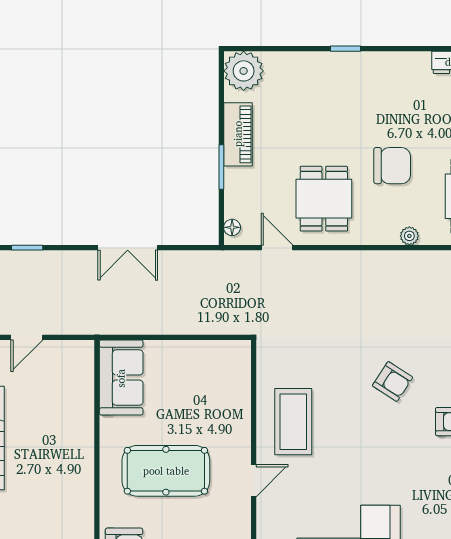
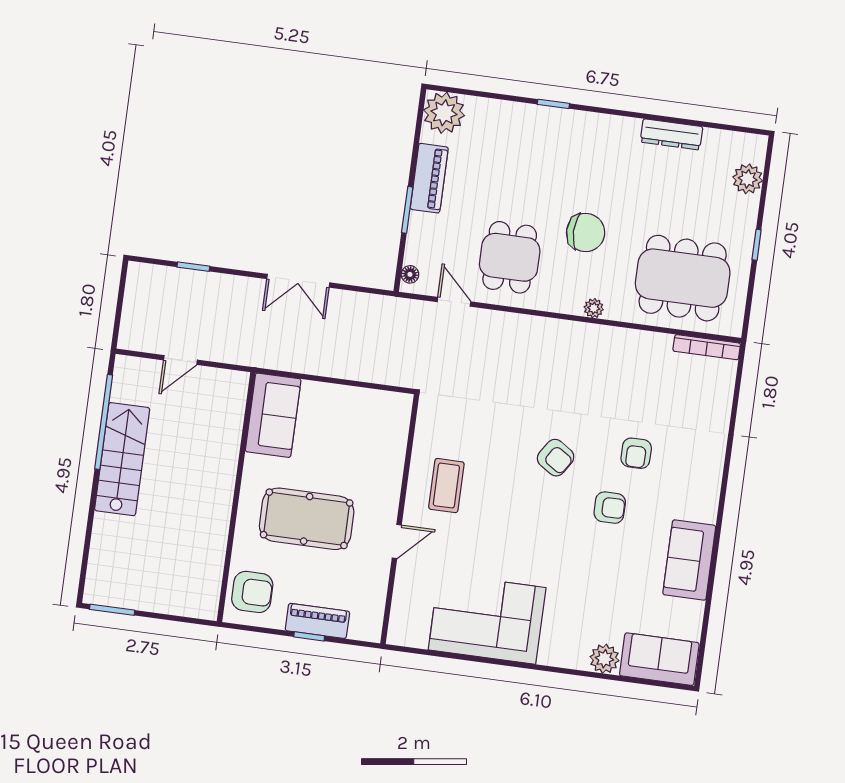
coffee table: (293, 422) -> (446, 486), width x0.73, depth x0.76

